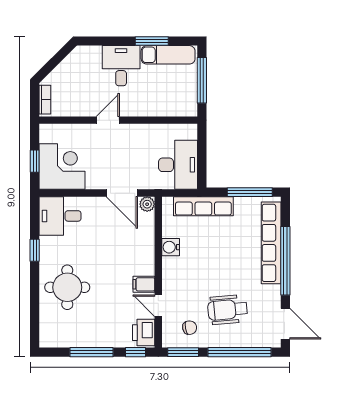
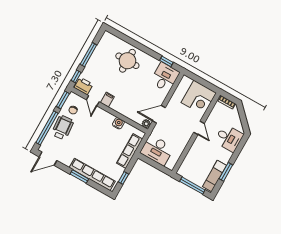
desk: (121, 66) -> (229, 138), moved
window: (35, 161) -> (199, 80), removed
corner desk: (62, 167) -> (199, 98), moved
window: (250, 192) -> (123, 178), width x0.46
window: (35, 250) -> (166, 61), moved
window: (285, 261) -> (79, 176), width x0.47
door: (158, 306) -> (93, 101), swing flipped
wheelchair: (228, 310) -> (63, 128), moved

